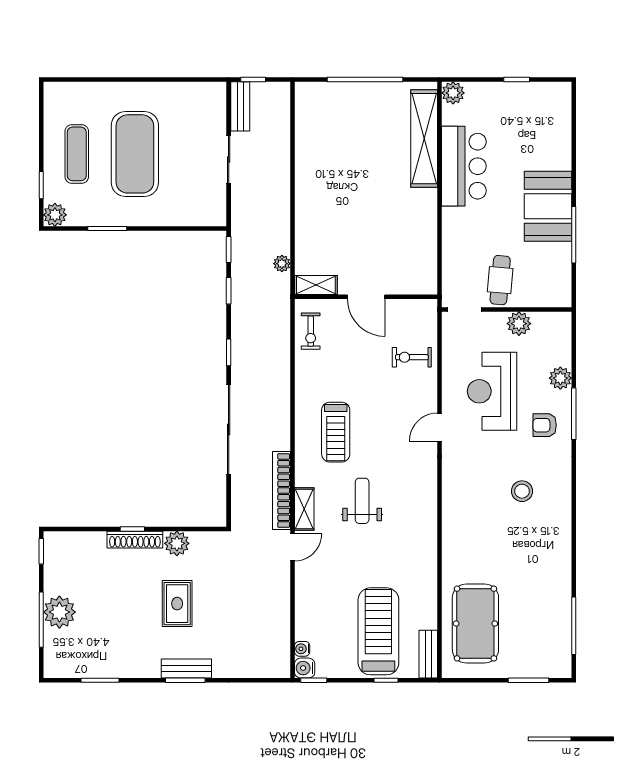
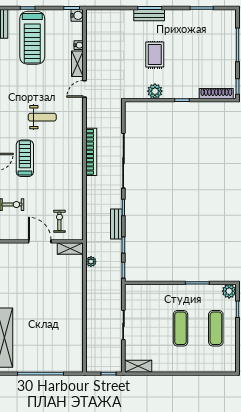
shelving: (204, 91) -> (138, 366), added
bench: (240, 106) -> (116, 224), moved
exercise mat: (135, 154) -> (180, 328), width x0.50, depth x0.69
exercise bike: (311, 331) -> (59, 221), moved
treadmill: (336, 432) -> (25, 158), moved
bookcase: (282, 490) -> (91, 152), moved
weight bench: (362, 501) -> (42, 117), turned -90
shelving: (304, 509) -> (77, 64), moved
shoe rack: (135, 540) -> (216, 94), moved
plant: (59, 612) -> (226, 49), removed
water cooler: (302, 649) -> (79, 45), moved

